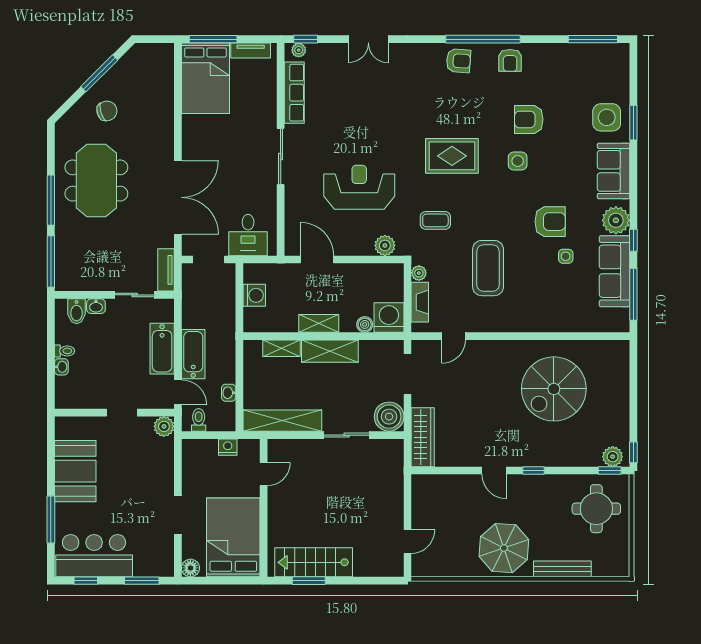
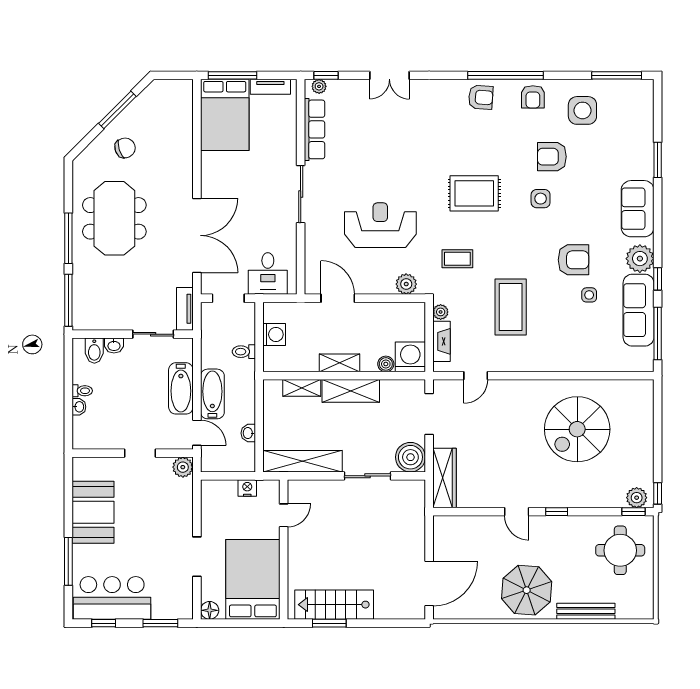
side table: (607, 117) -> (582, 110), moved
toilet: (199, 420) -> (244, 352), moved, turned -90
door: (407, 542) -> (429, 584), width x1.88

